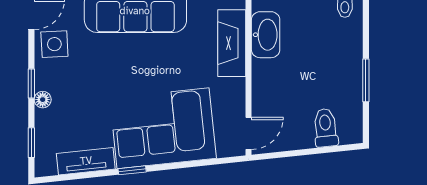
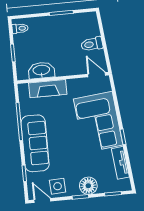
floor lamp: (43, 100) -> (88, 186), width x1.89, depth x1.89
toilet: (326, 128) -> (92, 44), moved

